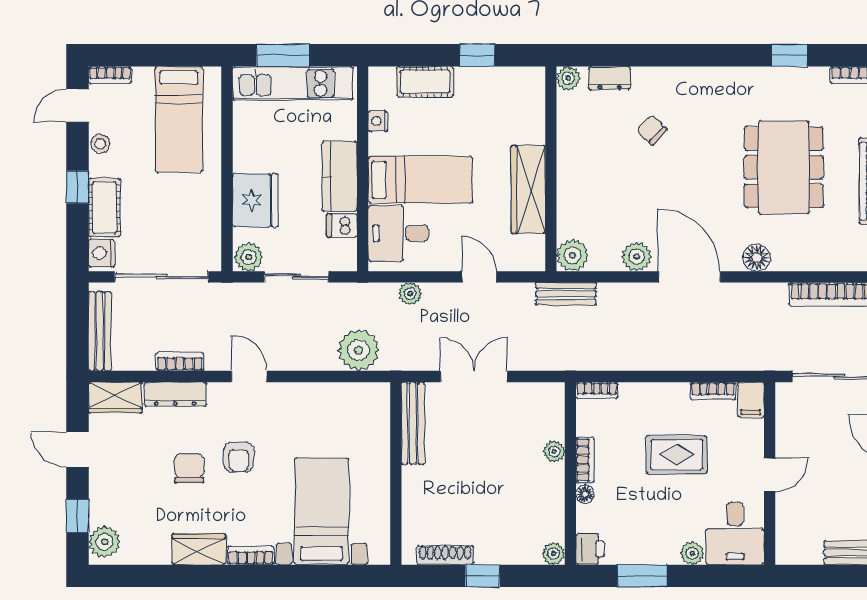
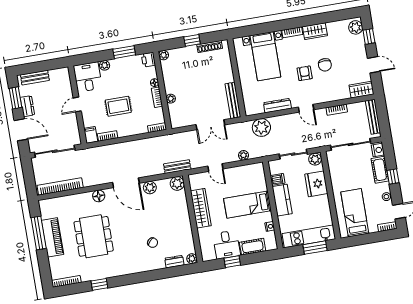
desk: (398, 233) -> (227, 245), moved, turned 90
dresser: (175, 394) -> (277, 106), moved

